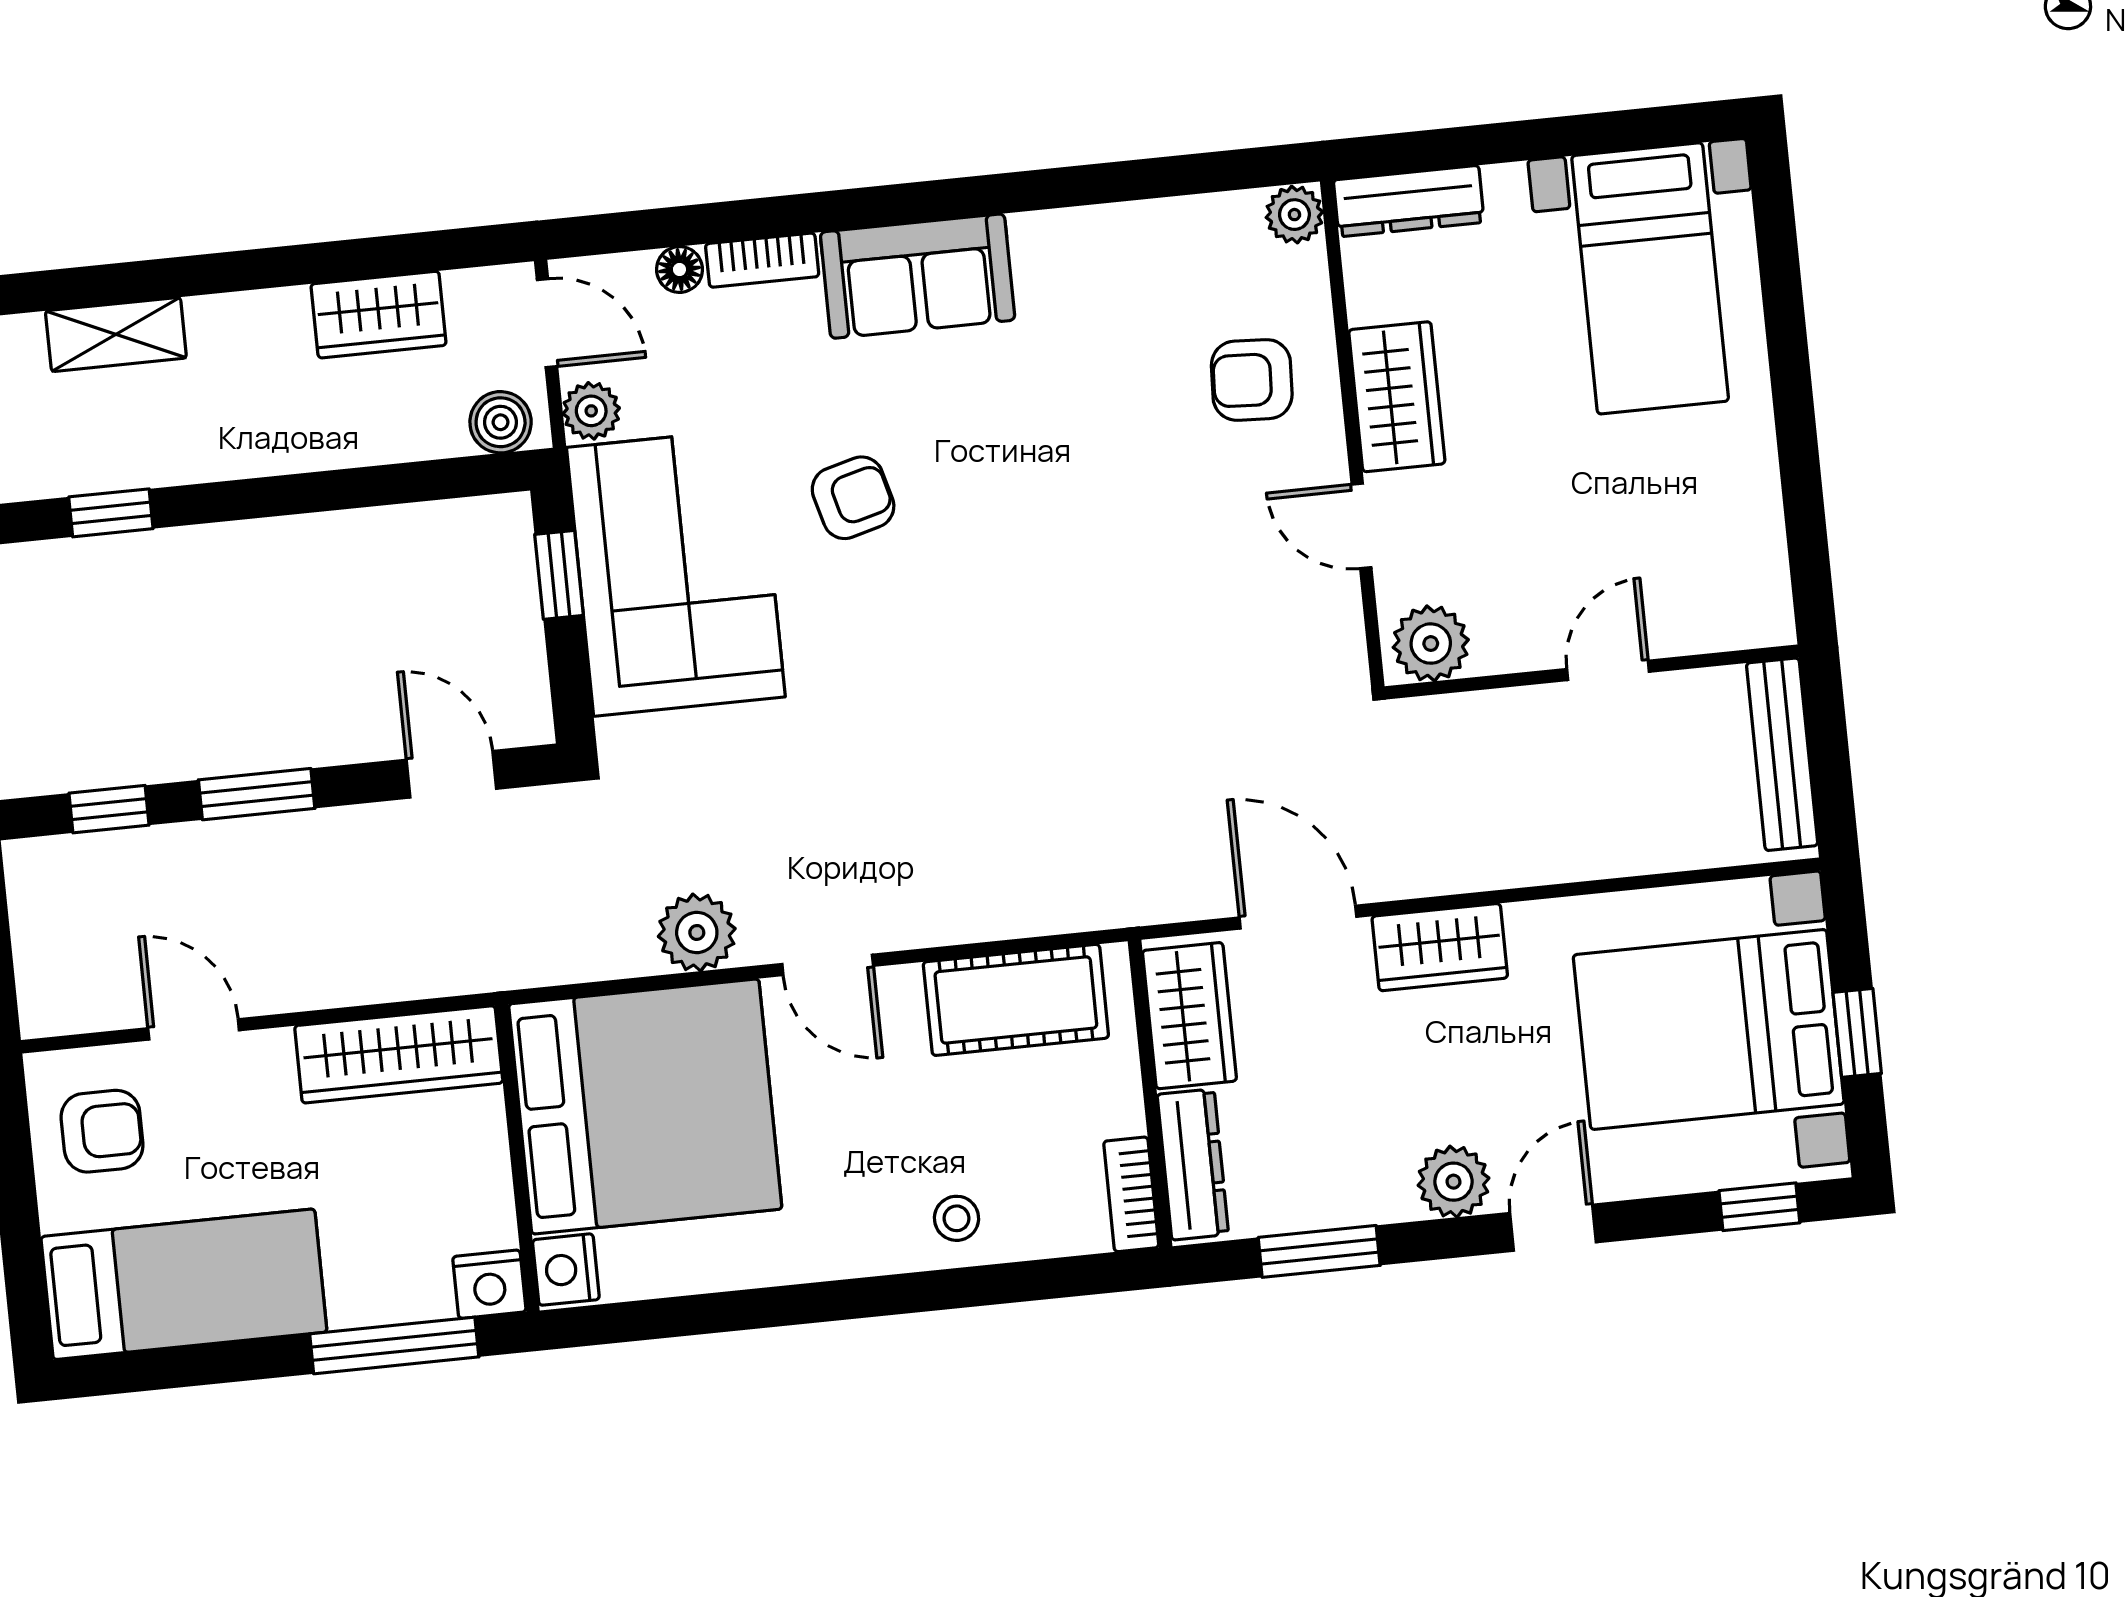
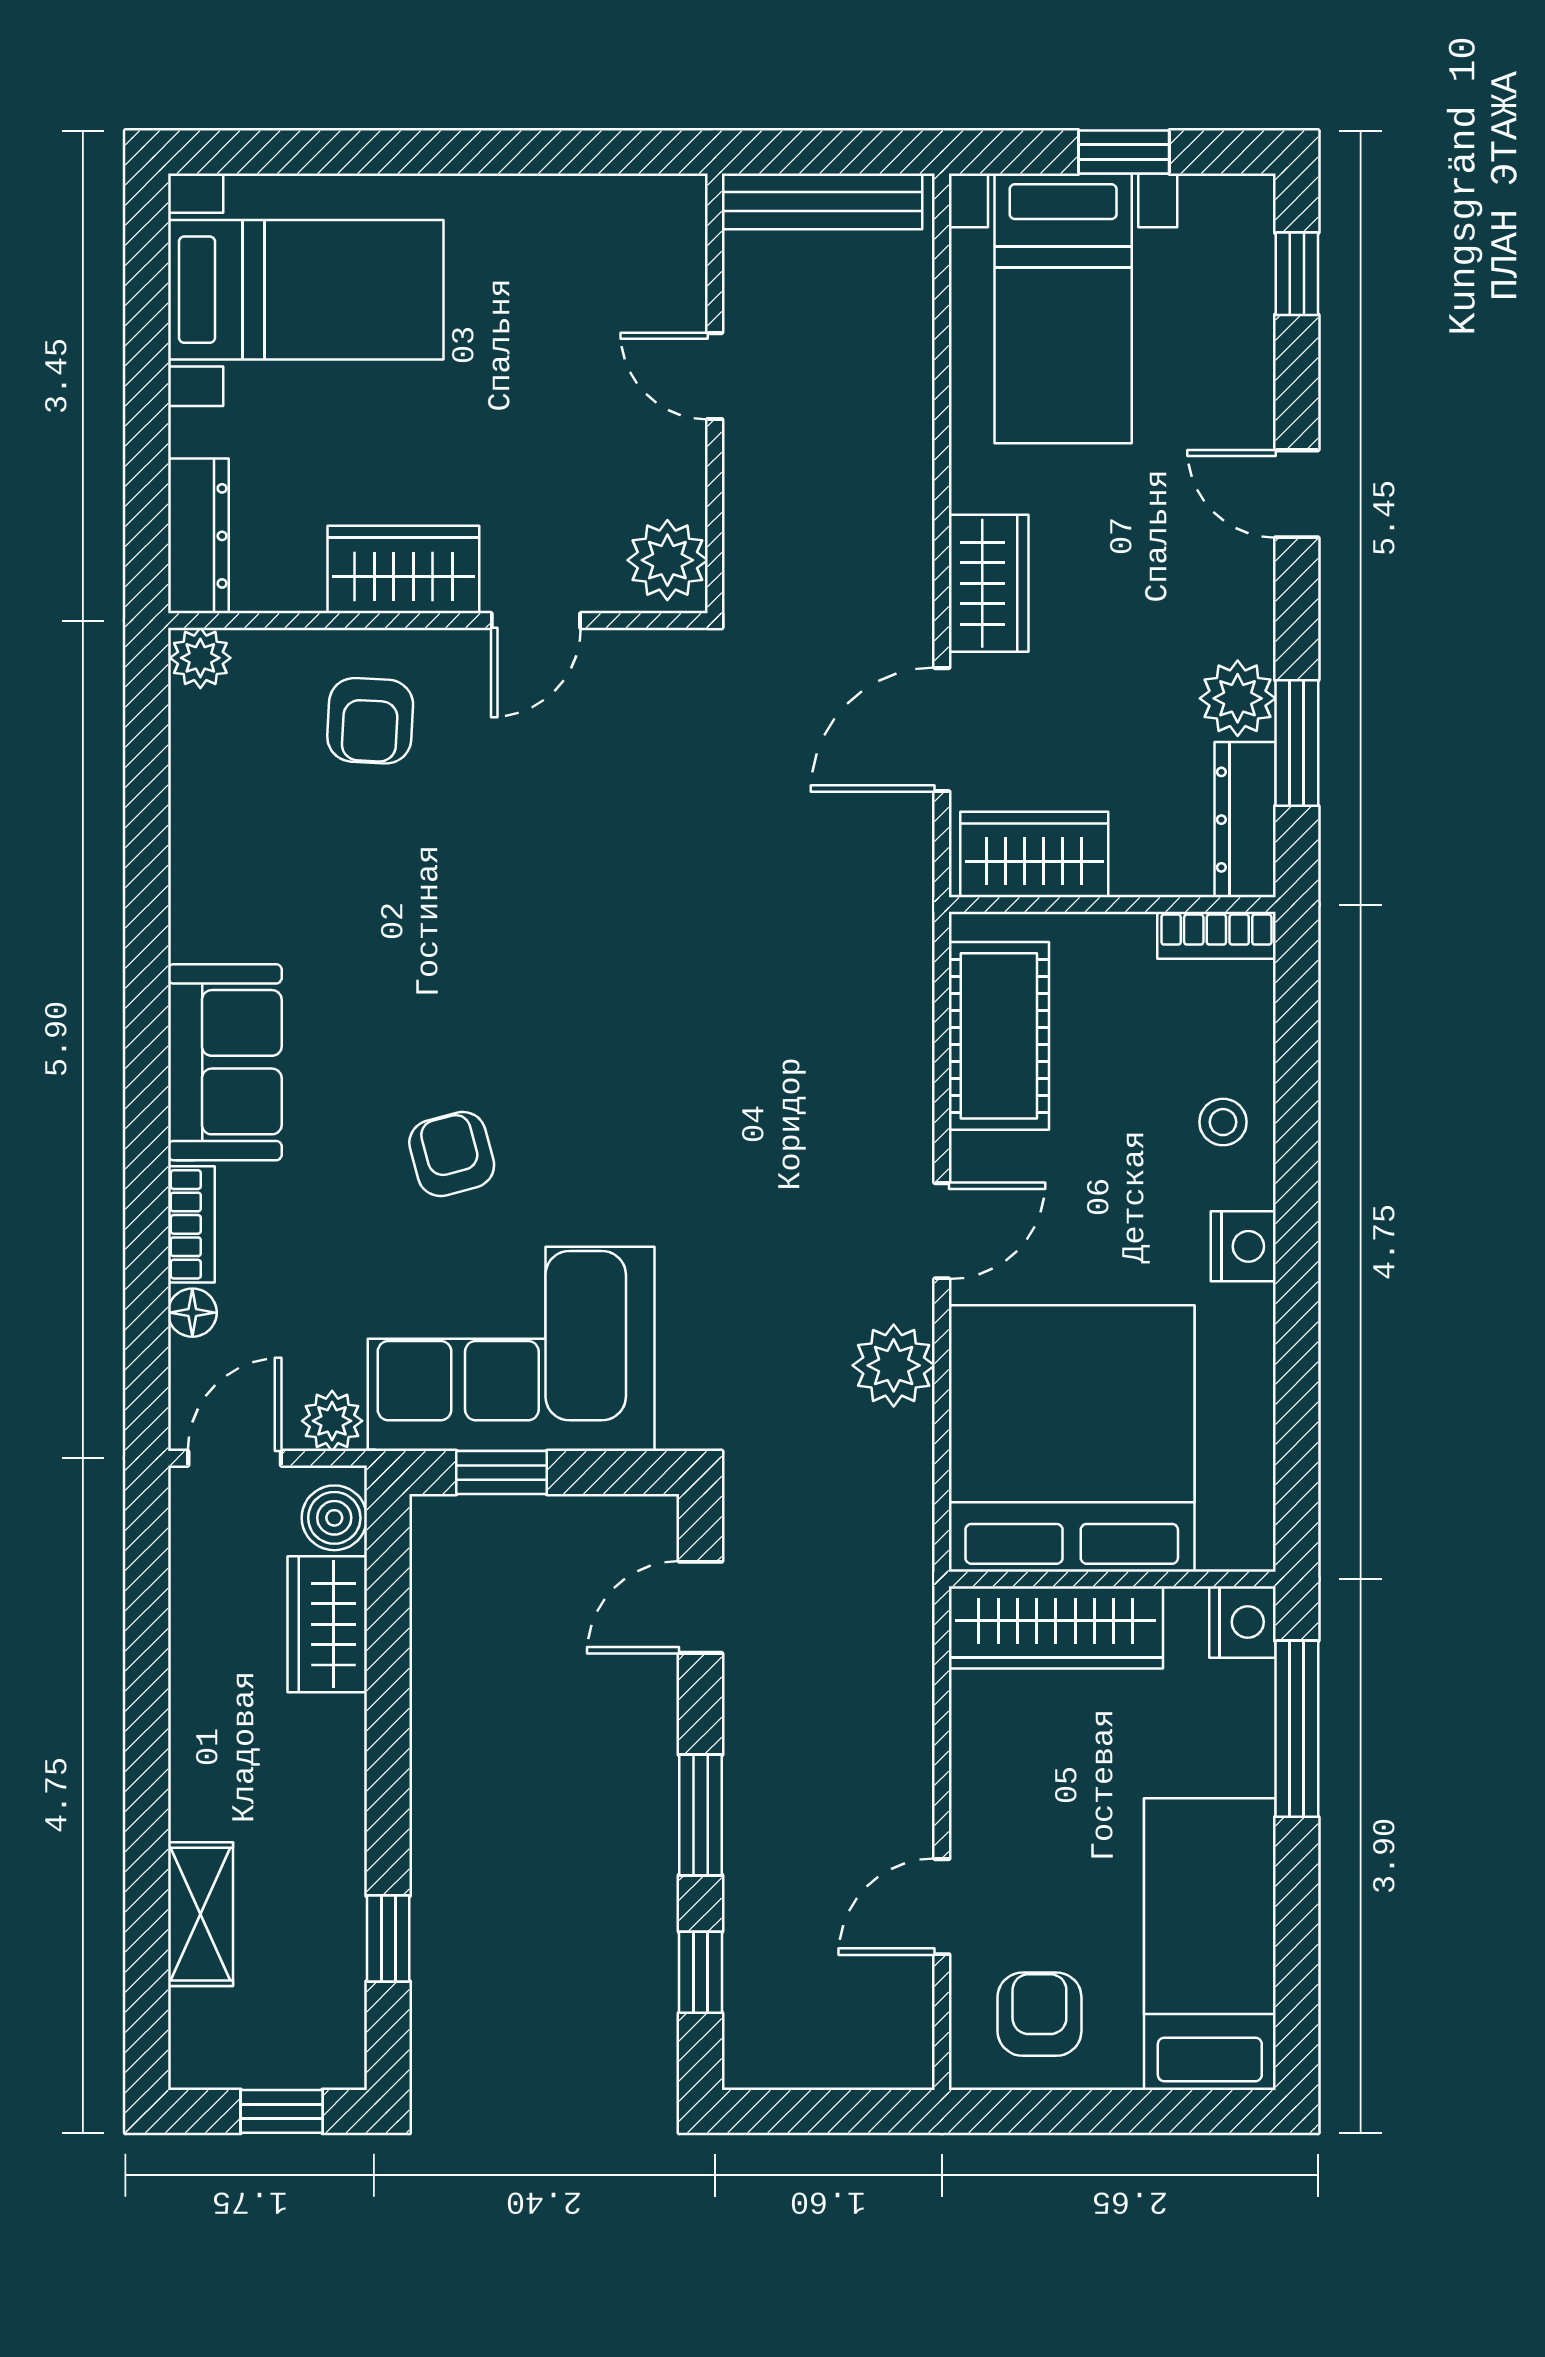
wardrobe: (379, 315) -> (327, 1624), moved, turned 180
bed with nightstands: (1709, 1029) -> (1063, 308), width x0.73
wardrobe: (399, 1054) -> (1056, 1627), moved, turned 90
dresser: (1193, 1164) -> (1245, 820), moved, turned -90
plant: (1454, 1182) -> (1238, 698), moved
nightstand: (566, 1270) -> (1243, 1246), moved, turned -90

